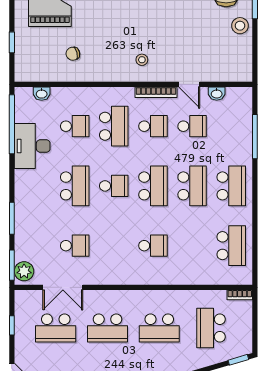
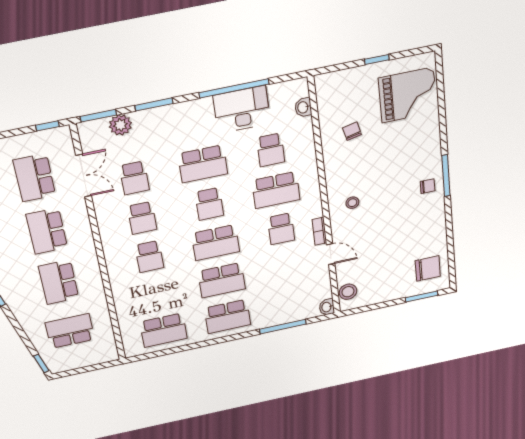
stool: (240, 26) -> (348, 292), moved
window: (12, 42) -> (377, 60), moved
door: (189, 84) -> (331, 254), swing flipped
bookcase: (156, 92) -> (319, 231), width x0.64
washbasin: (217, 94) -> (327, 307), moved
window: (12, 124) -> (234, 88), moved
school desk: (192, 126) -> (142, 218), moved
plant: (24, 271) -> (120, 125), moved
double door: (63, 287) -> (84, 176), swing flipped
bookcase: (240, 295) -> (112, 349), removed
window: (12, 325) -> (47, 126), moved

